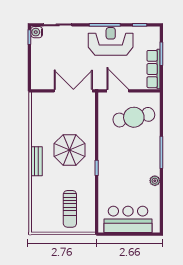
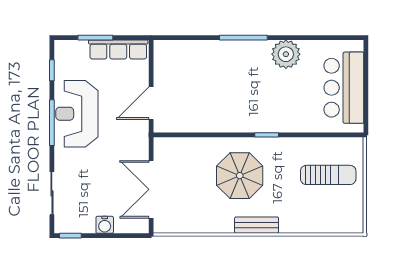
water cooler: (37, 32) -> (105, 225), moved
double door: (73, 91) -> (151, 189), moved
cafe table: (134, 117) -> (191, 79), removed
plant: (155, 181) -> (286, 54), width x1.87, depth x1.87

